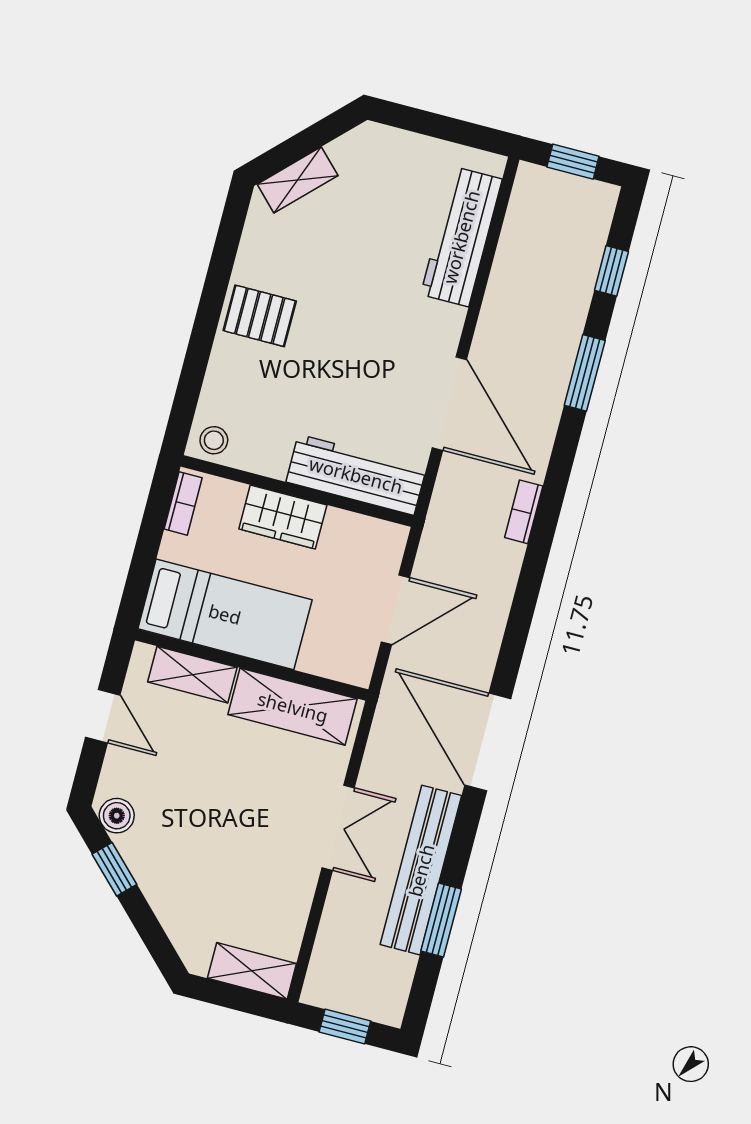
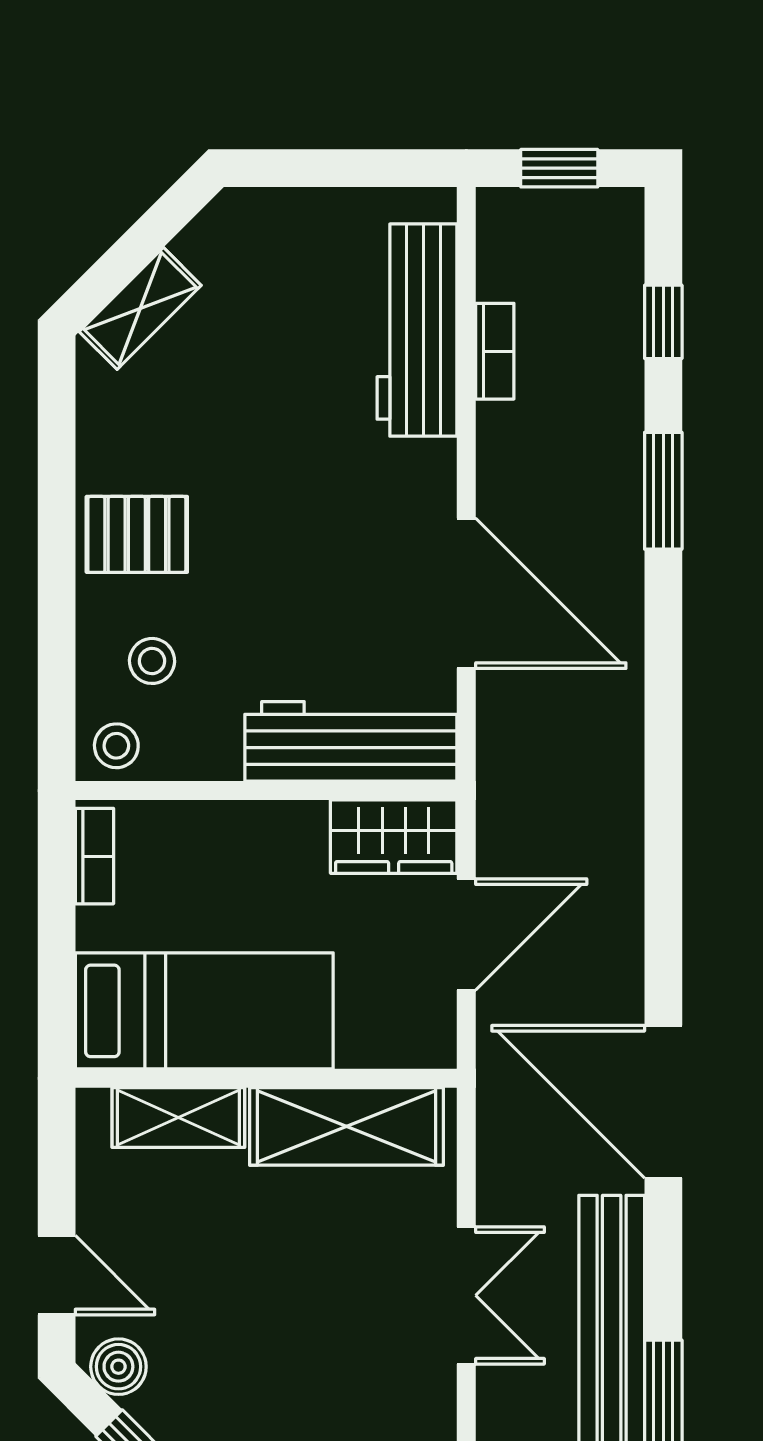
stool: (249, 395) -> (152, 661), added
bookcase: (524, 512) -> (495, 351), moved, turned 180
wardrobe: (283, 517) -> (394, 837), moved
door: (103, 716) -> (57, 1275), moved

